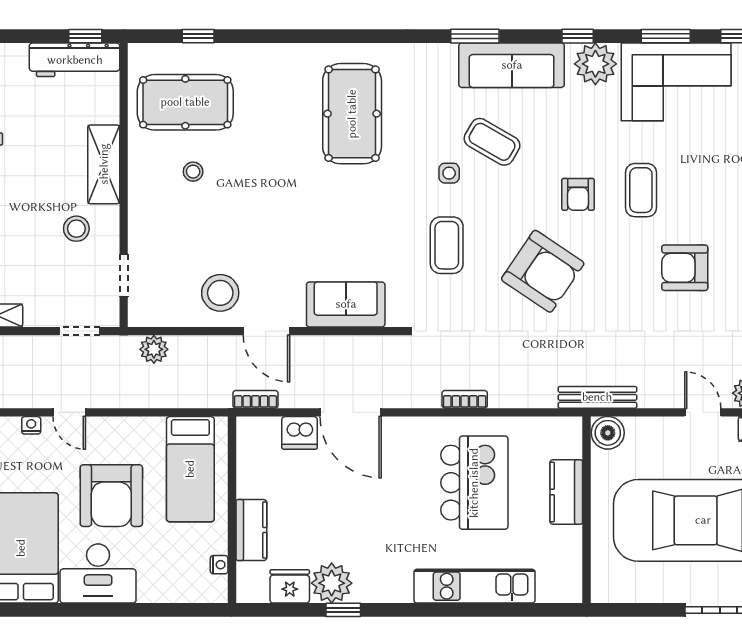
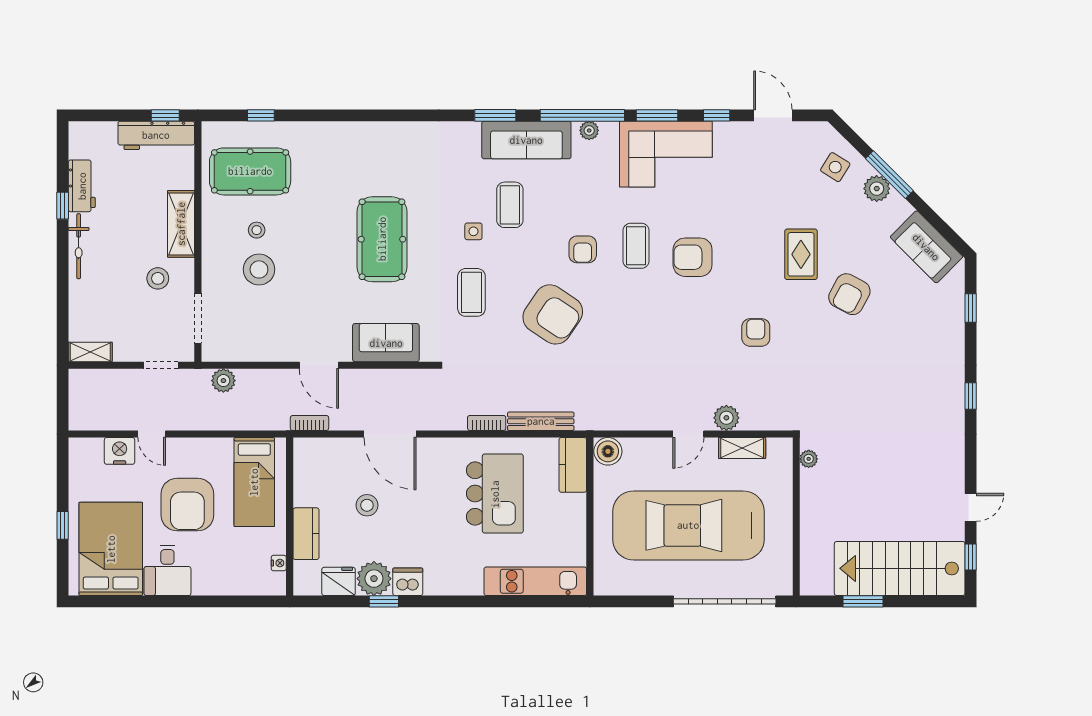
window: (578, 36) -> (582, 115), width x3.17
plant: (595, 64) -> (589, 130), width x0.53, depth x0.53
pool table: (352, 114) -> (382, 239), moved
coffee table: (492, 142) -> (510, 205), turned 60
armchair: (685, 268) -> (693, 257), moved
doorway: (124, 276) -> (198, 318), width x1.38
stool: (220, 293) -> (259, 269), moved
bench: (597, 397) -> (541, 421), moved
door: (703, 412) -> (688, 434), swing flipped
nightstand: (31, 425) -> (120, 451), width x1.89, depth x1.79
dishwasher: (300, 433) -> (408, 582), moved, turned 180
kitchen counter: (566, 492) -> (573, 465), moved
stool: (323, 496) -> (367, 505), added
desk: (98, 573) -> (167, 570), width x0.73
kitchen unit: (474, 586) -> (535, 581), moved

